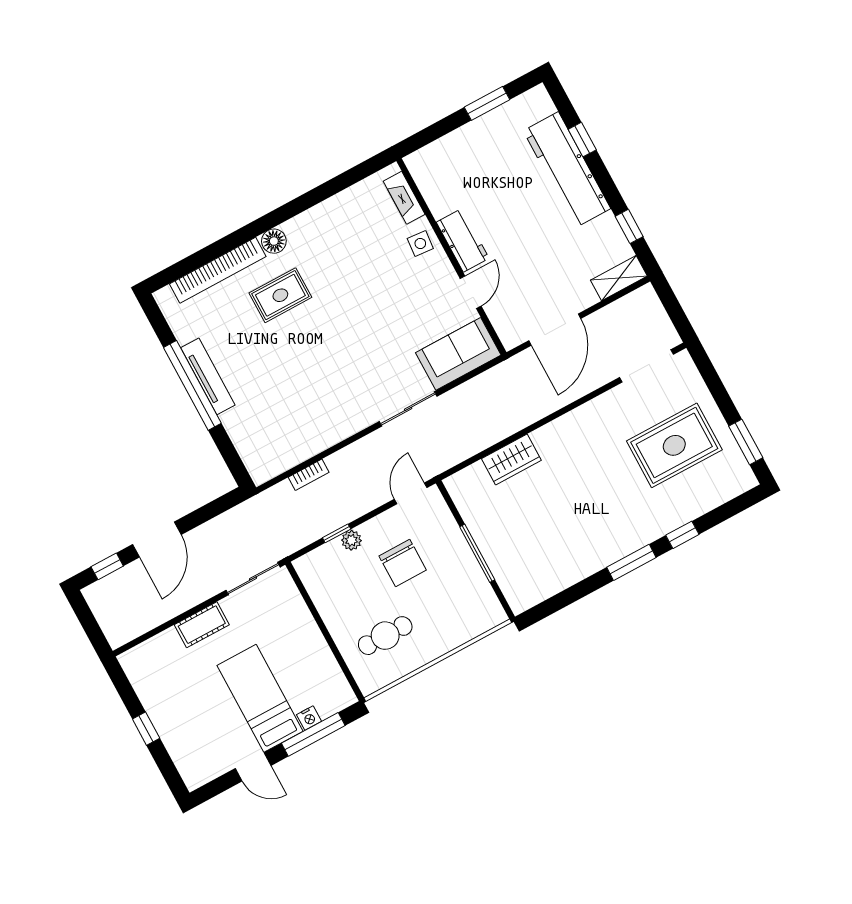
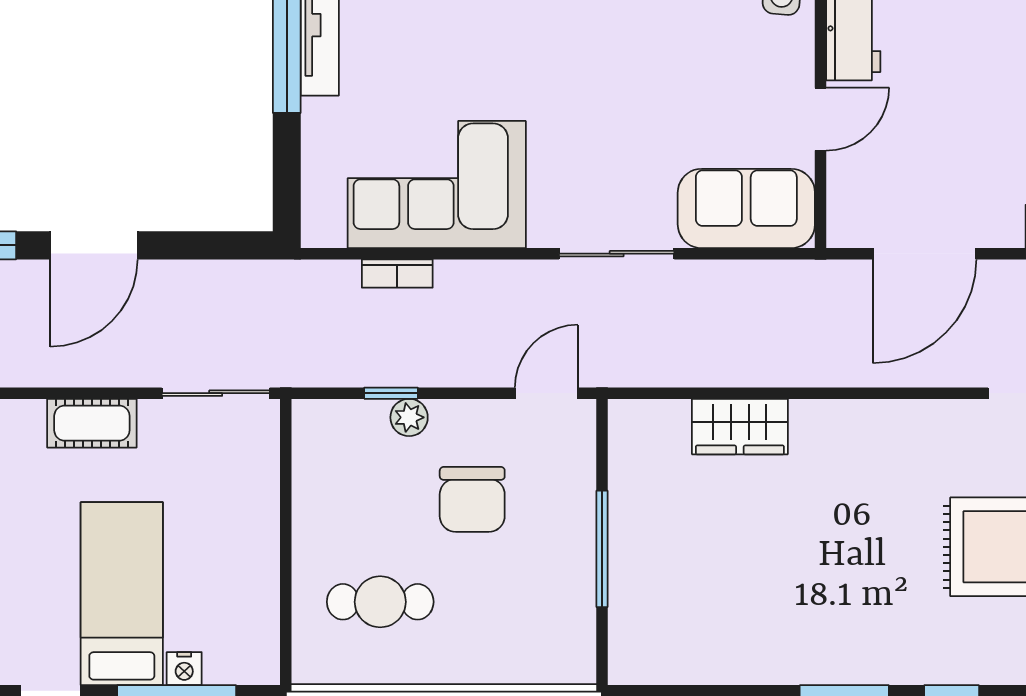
corner sofa: (305, 422) -> (437, 184), added

